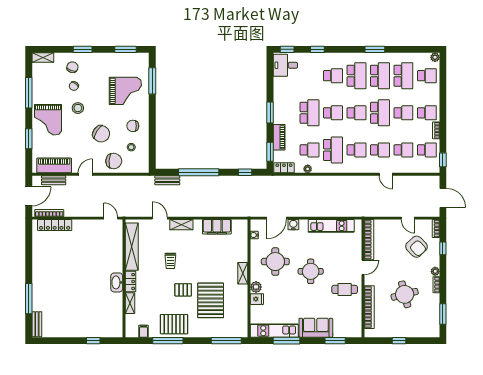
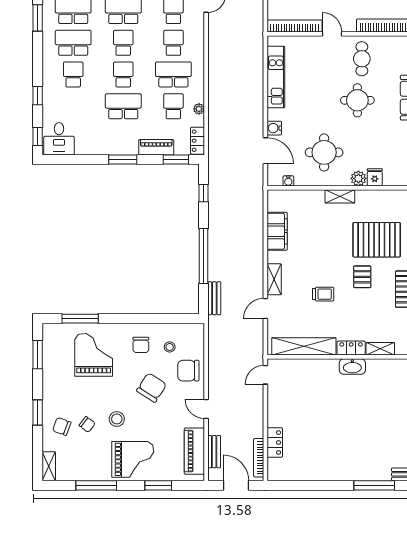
chair: (114, 161) -> (188, 371), turned -94
locker: (55, 225) -> (275, 442), width x0.66
round table: (311, 271) -> (357, 100), moved

